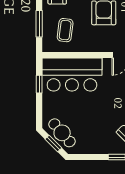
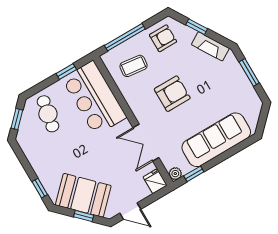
window: (39, 24) -> (125, 37), width x1.44
cafe table: (62, 133) -> (48, 114), moved, turned -38

